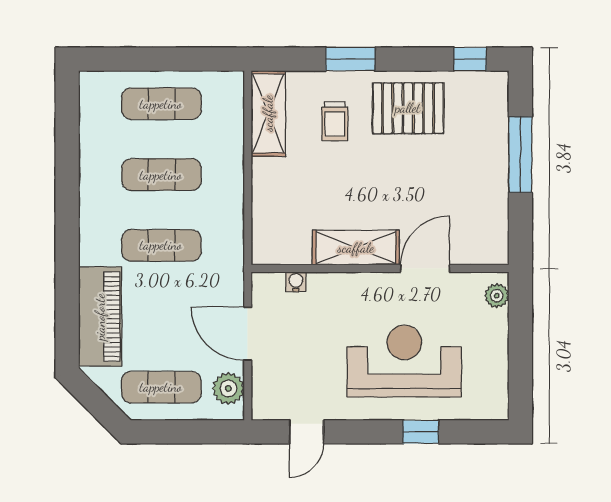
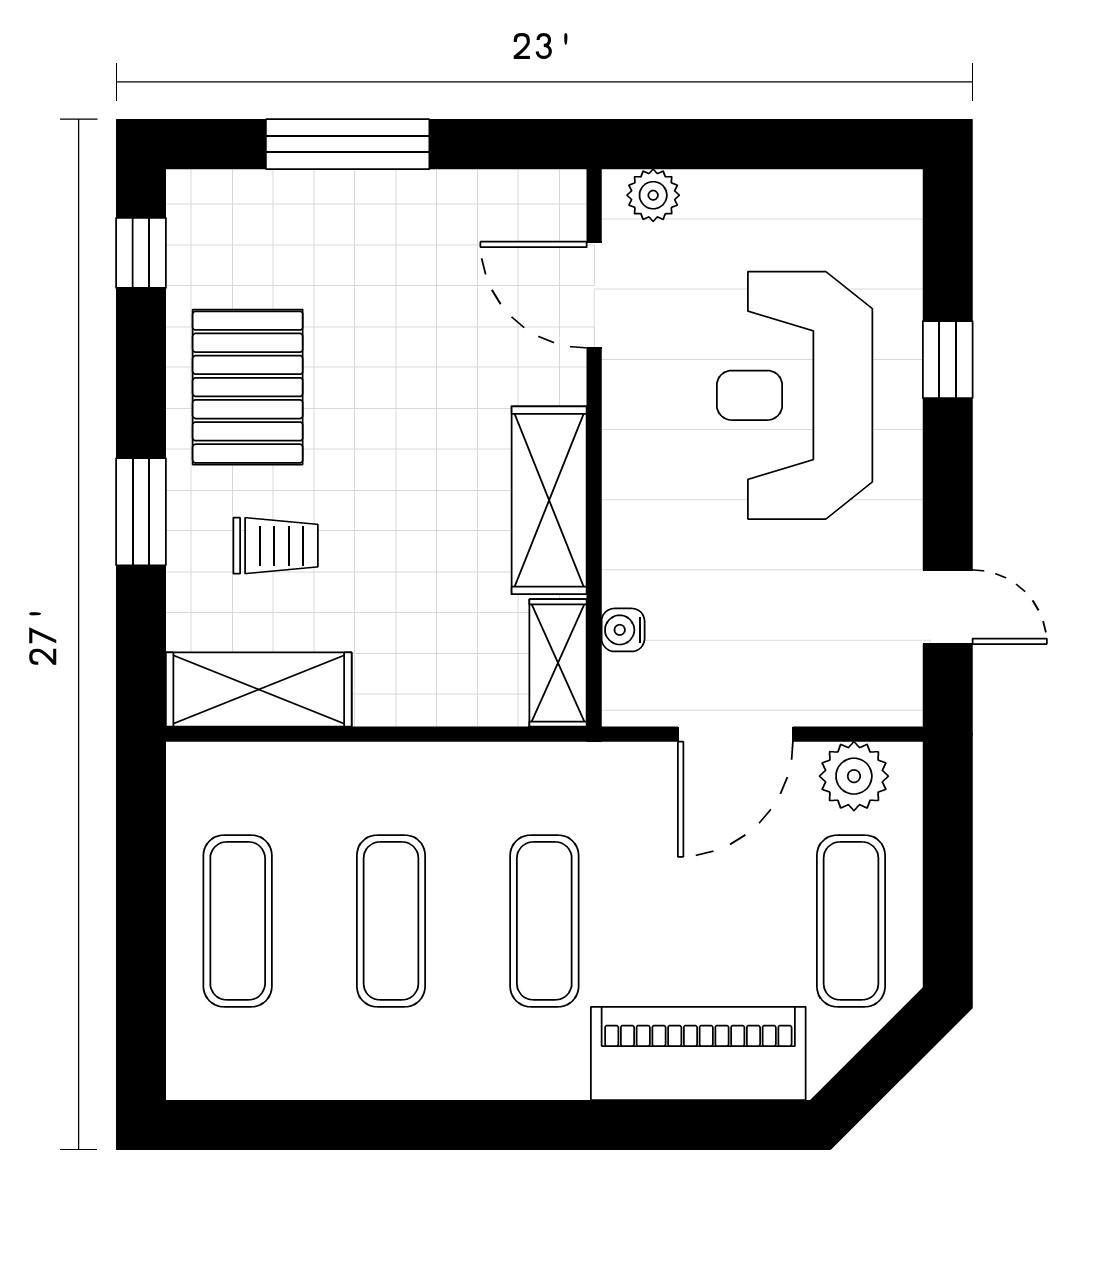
shelving: (281, 252) -> (558, 663), added
door: (425, 268) -> (594, 295), moved

